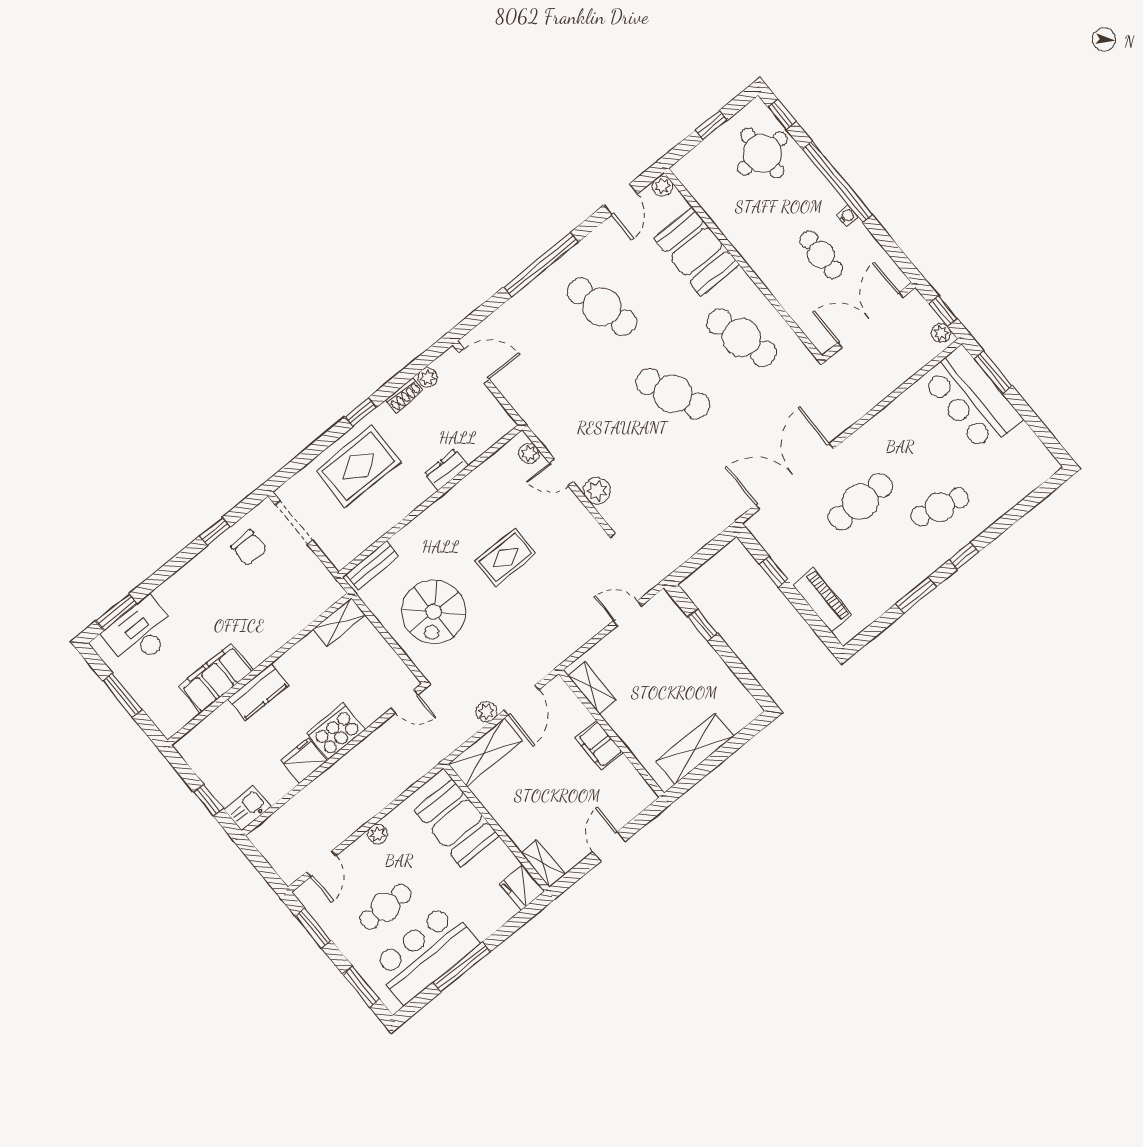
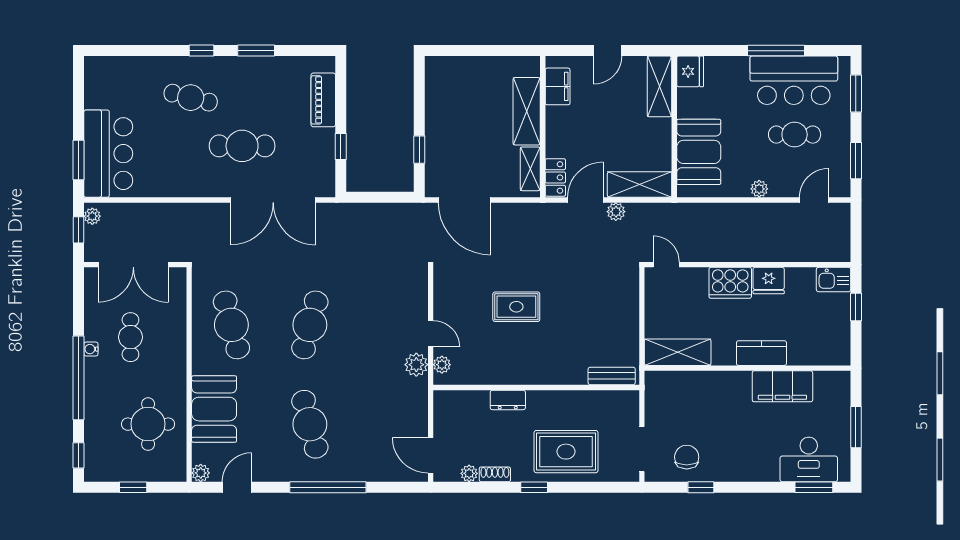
round table: (762, 153) -> (148, 424), moved
cafe table: (673, 394) -> (310, 325), turned 39
plant: (597, 491) -> (416, 365), moved
spiral stairs: (434, 612) -> (596, 310), removed
door: (627, 613) -> (464, 200), width x1.87
shelving: (339, 622) -> (678, 352), width x1.50, depth x1.33
locker: (564, 698) -> (555, 177), added
filing cabinet: (599, 745) -> (558, 86), moved
shelving: (695, 749) -> (527, 111), moved, turned 90
shelving: (543, 863) -> (659, 86), width x1.50, depth x1.33

